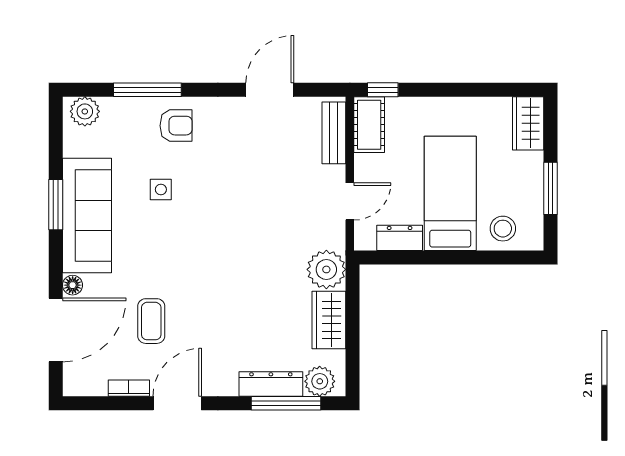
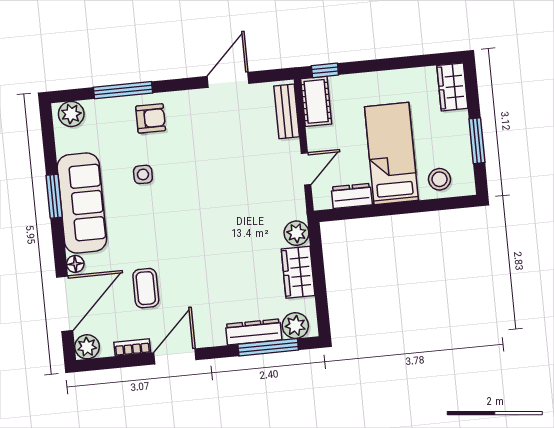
plant: (326, 269) -> (296, 233), width x0.73, depth x0.73
plant: (77, 382) -> (87, 347), added

